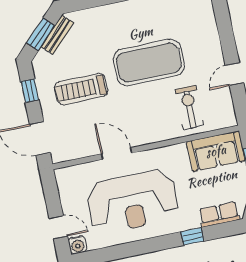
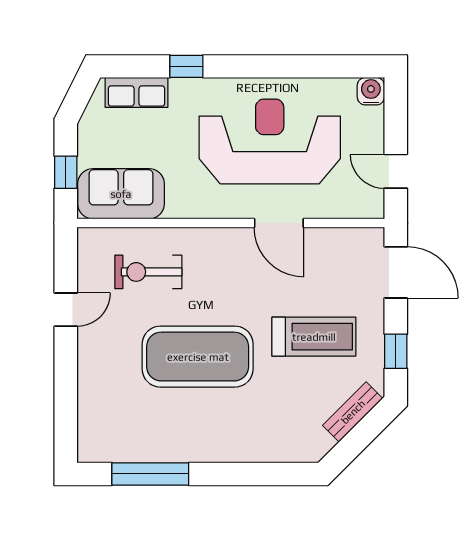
window: (41, 34) -> (360, 437), removed
bench: (57, 35) -> (353, 412), moved
exercise bike: (189, 107) -> (148, 272), turned 90
door: (58, 227) -> (396, 171), moved

